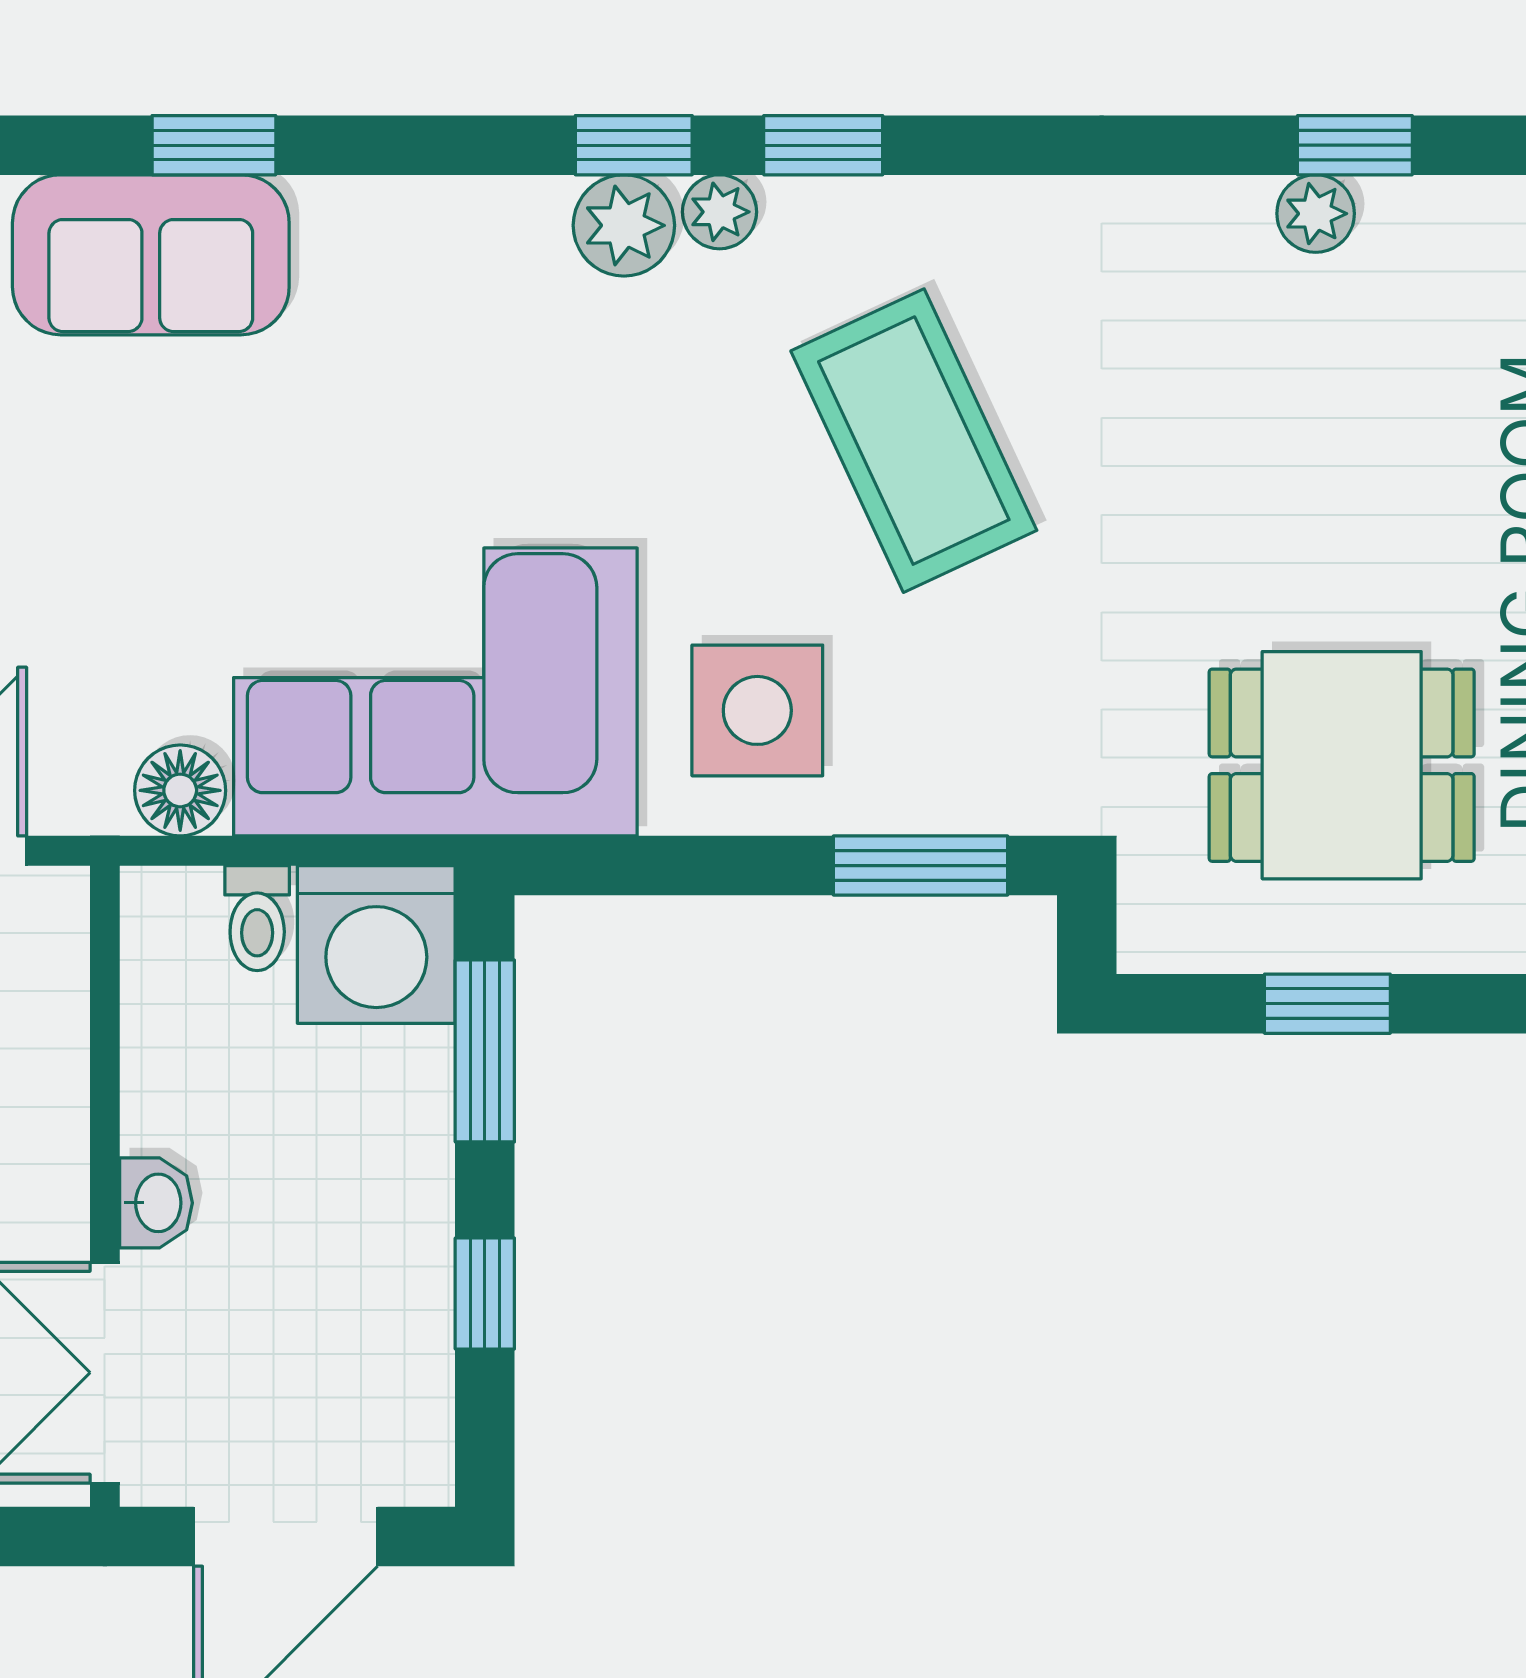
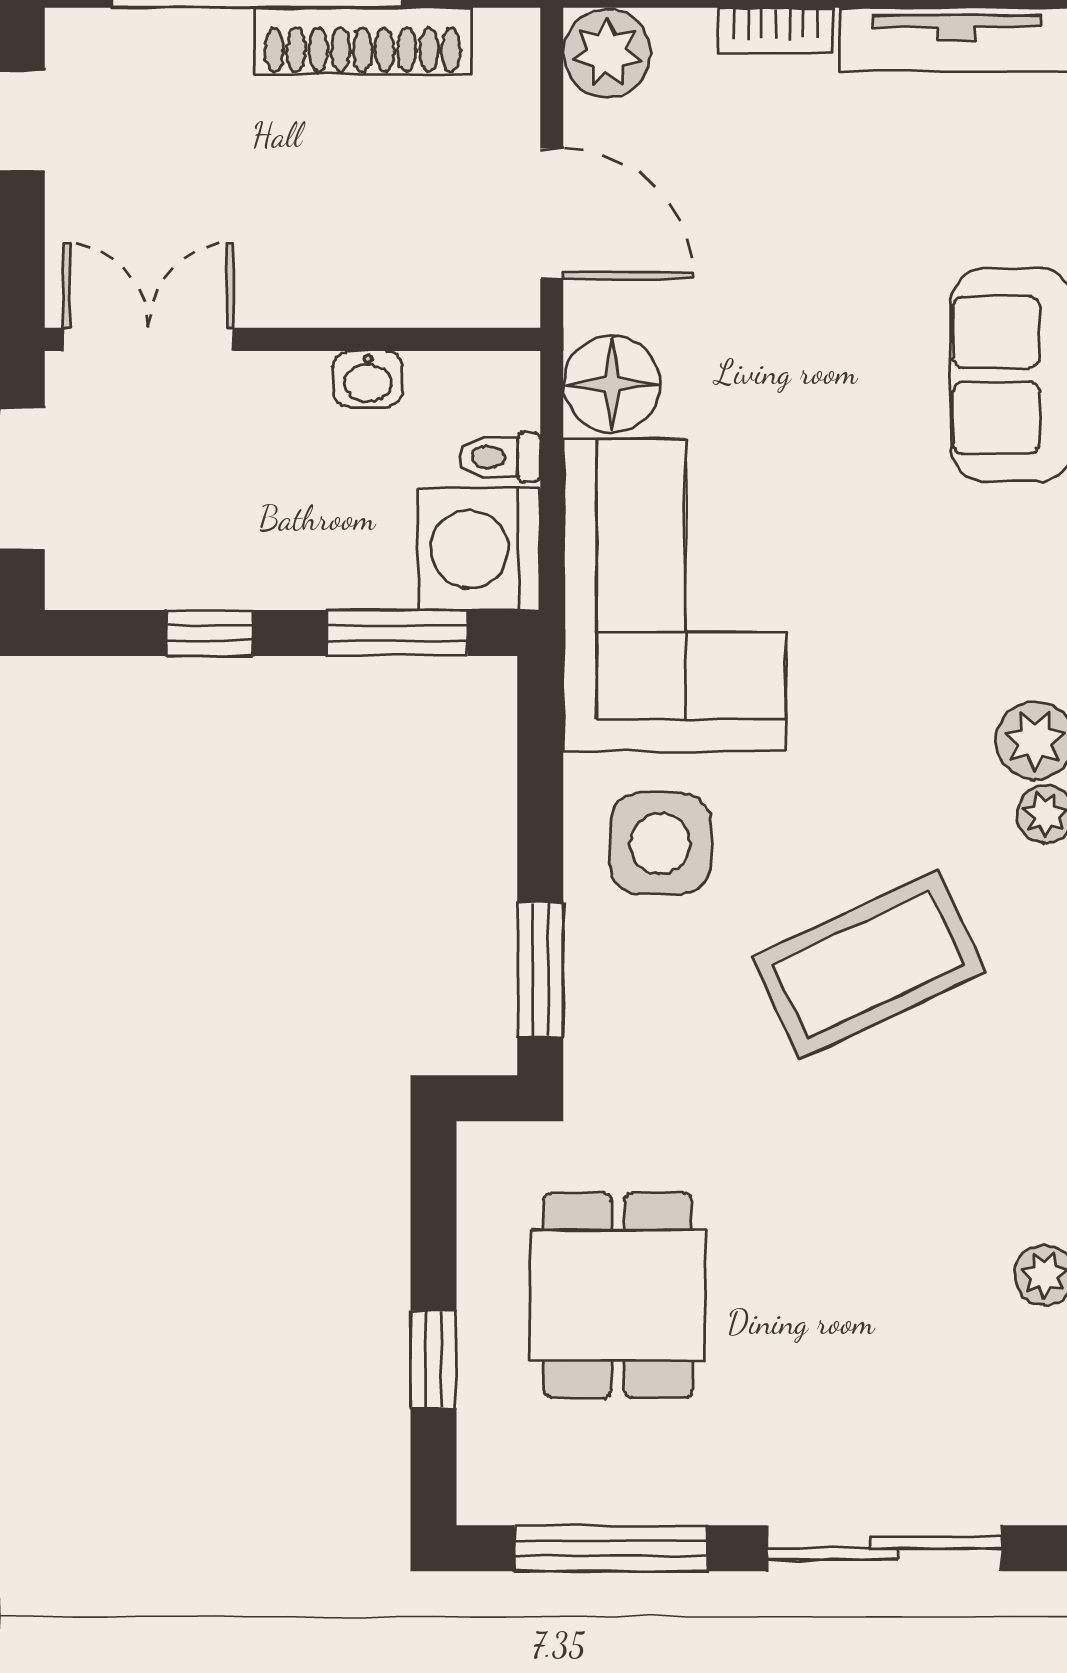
floor lamp: (180, 790) -> (612, 384), width x1.38, depth x1.38
window: (1327, 1004) -> (434, 1360), moved
washbasin: (156, 1203) -> (368, 379), moved

